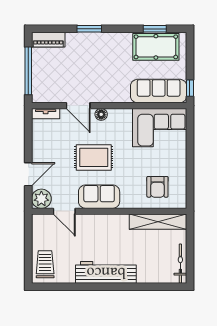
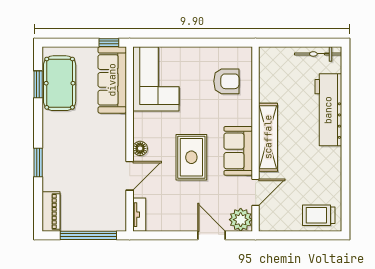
shelving: (158, 222) -> (268, 137), moved
workbench: (106, 272) -> (328, 110), moved

